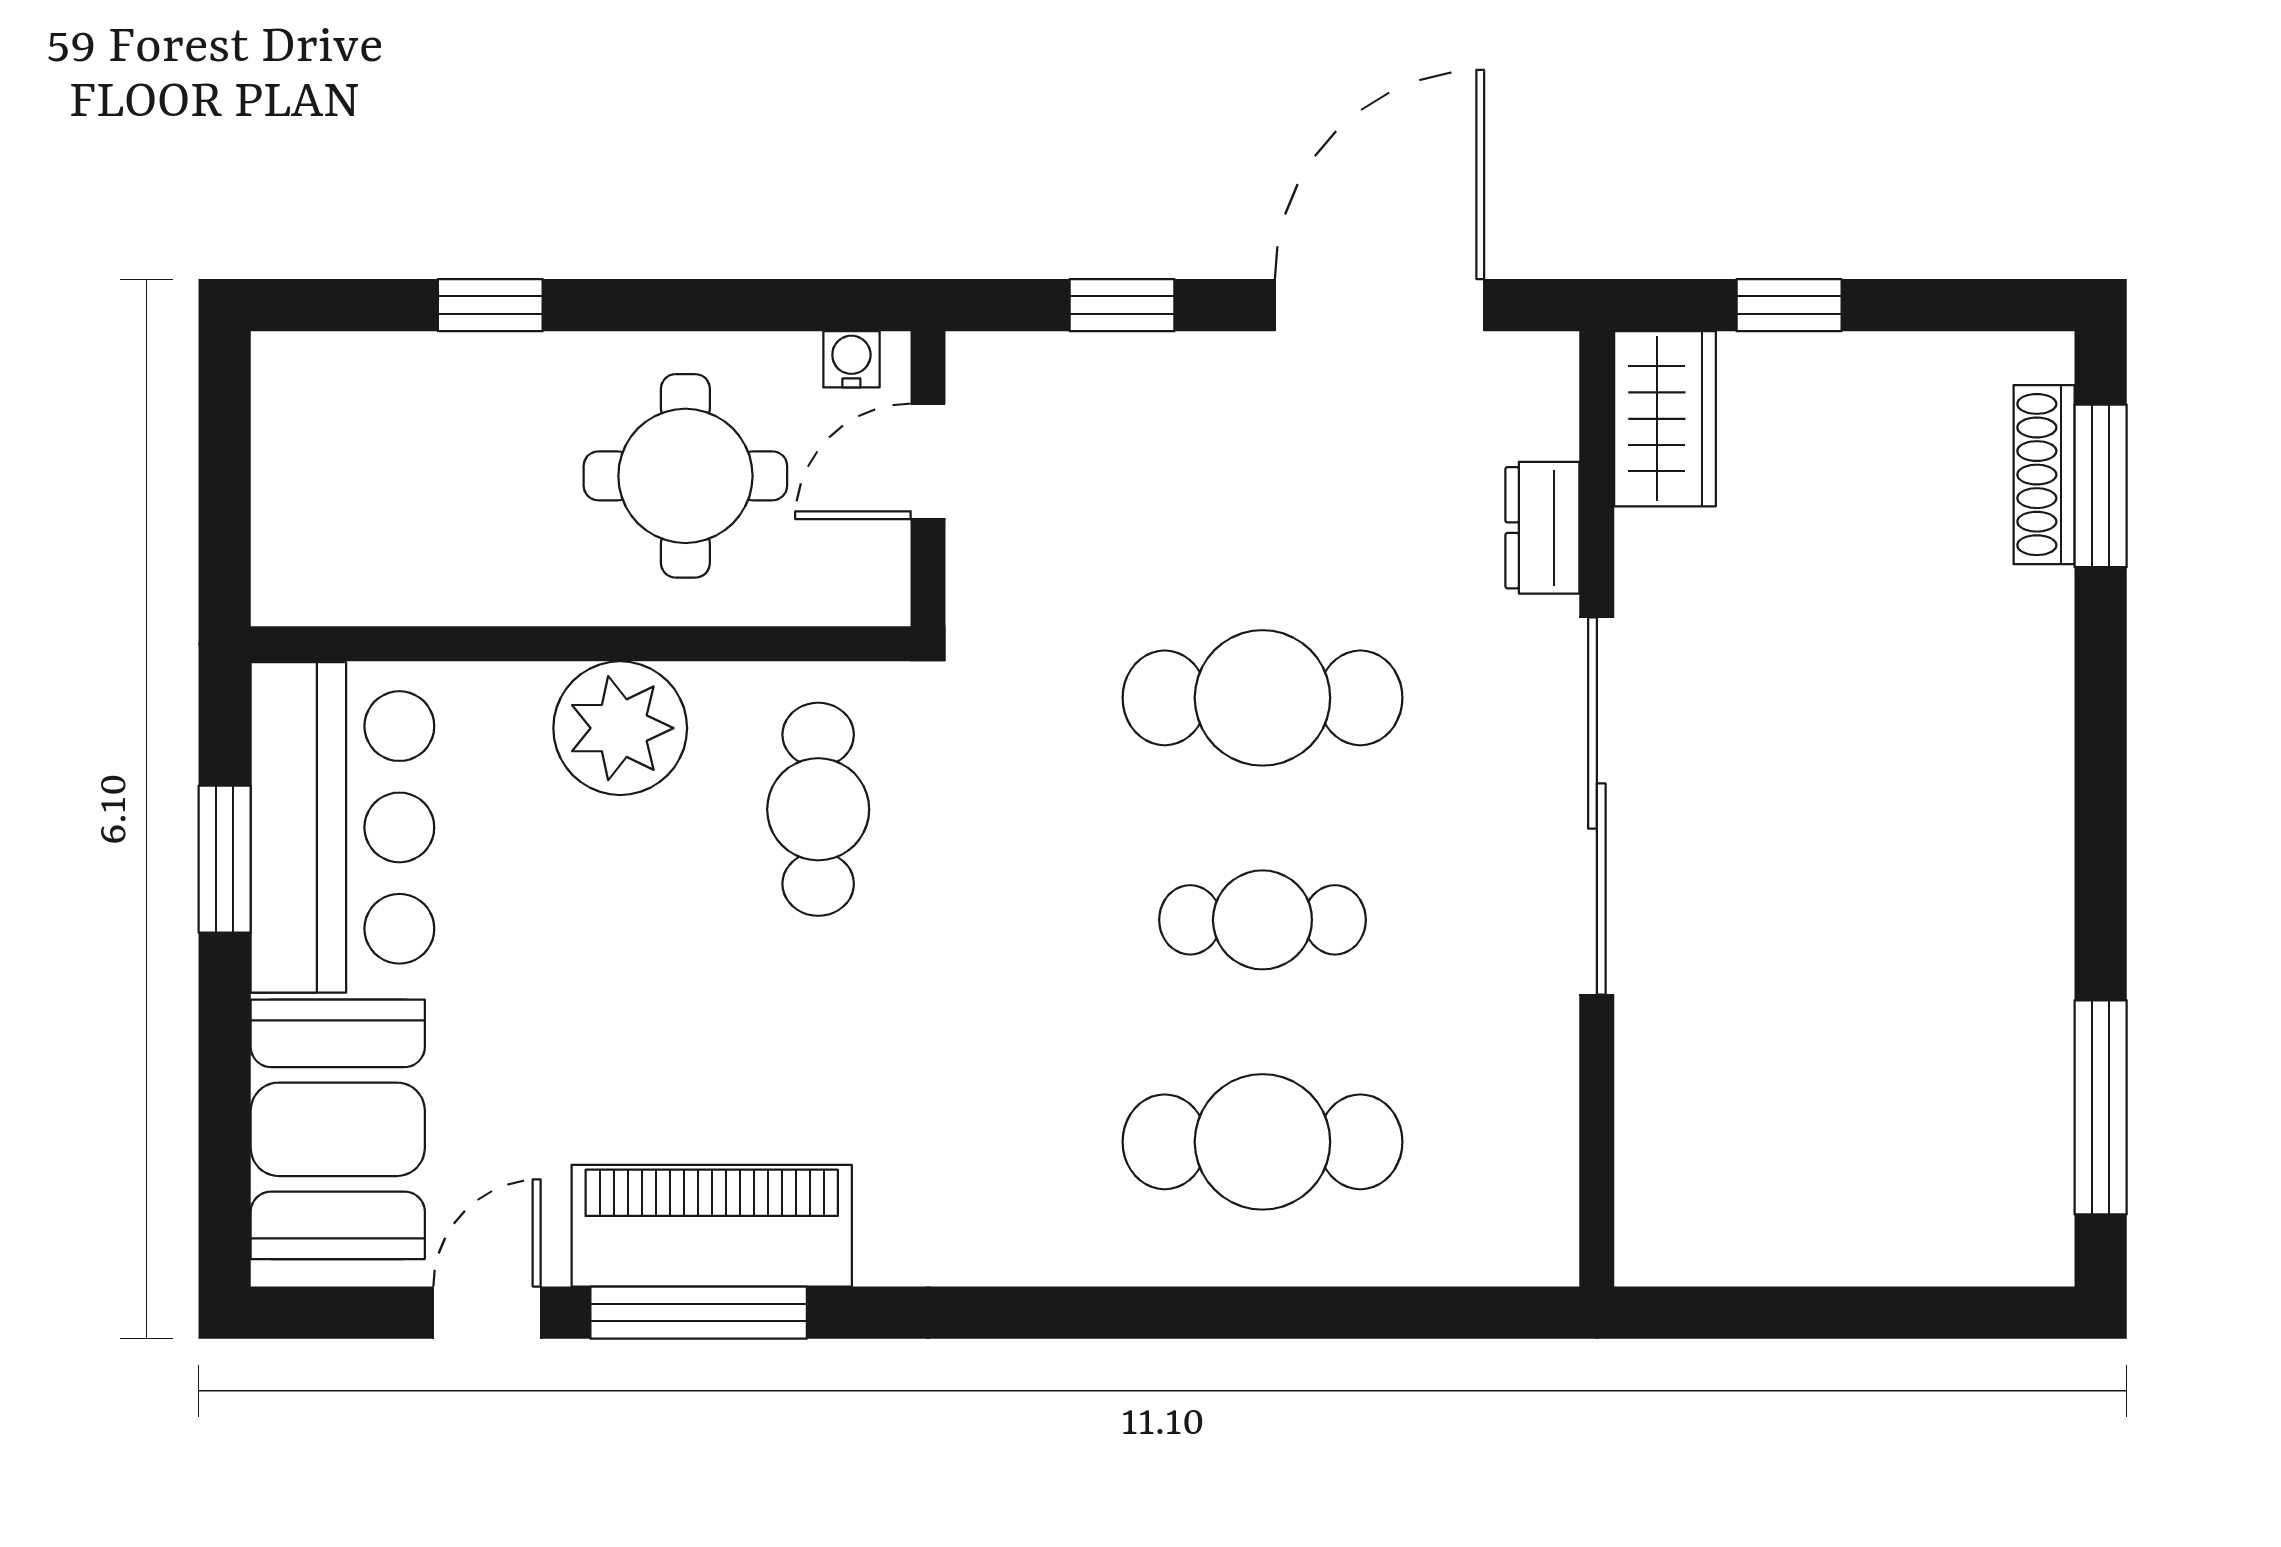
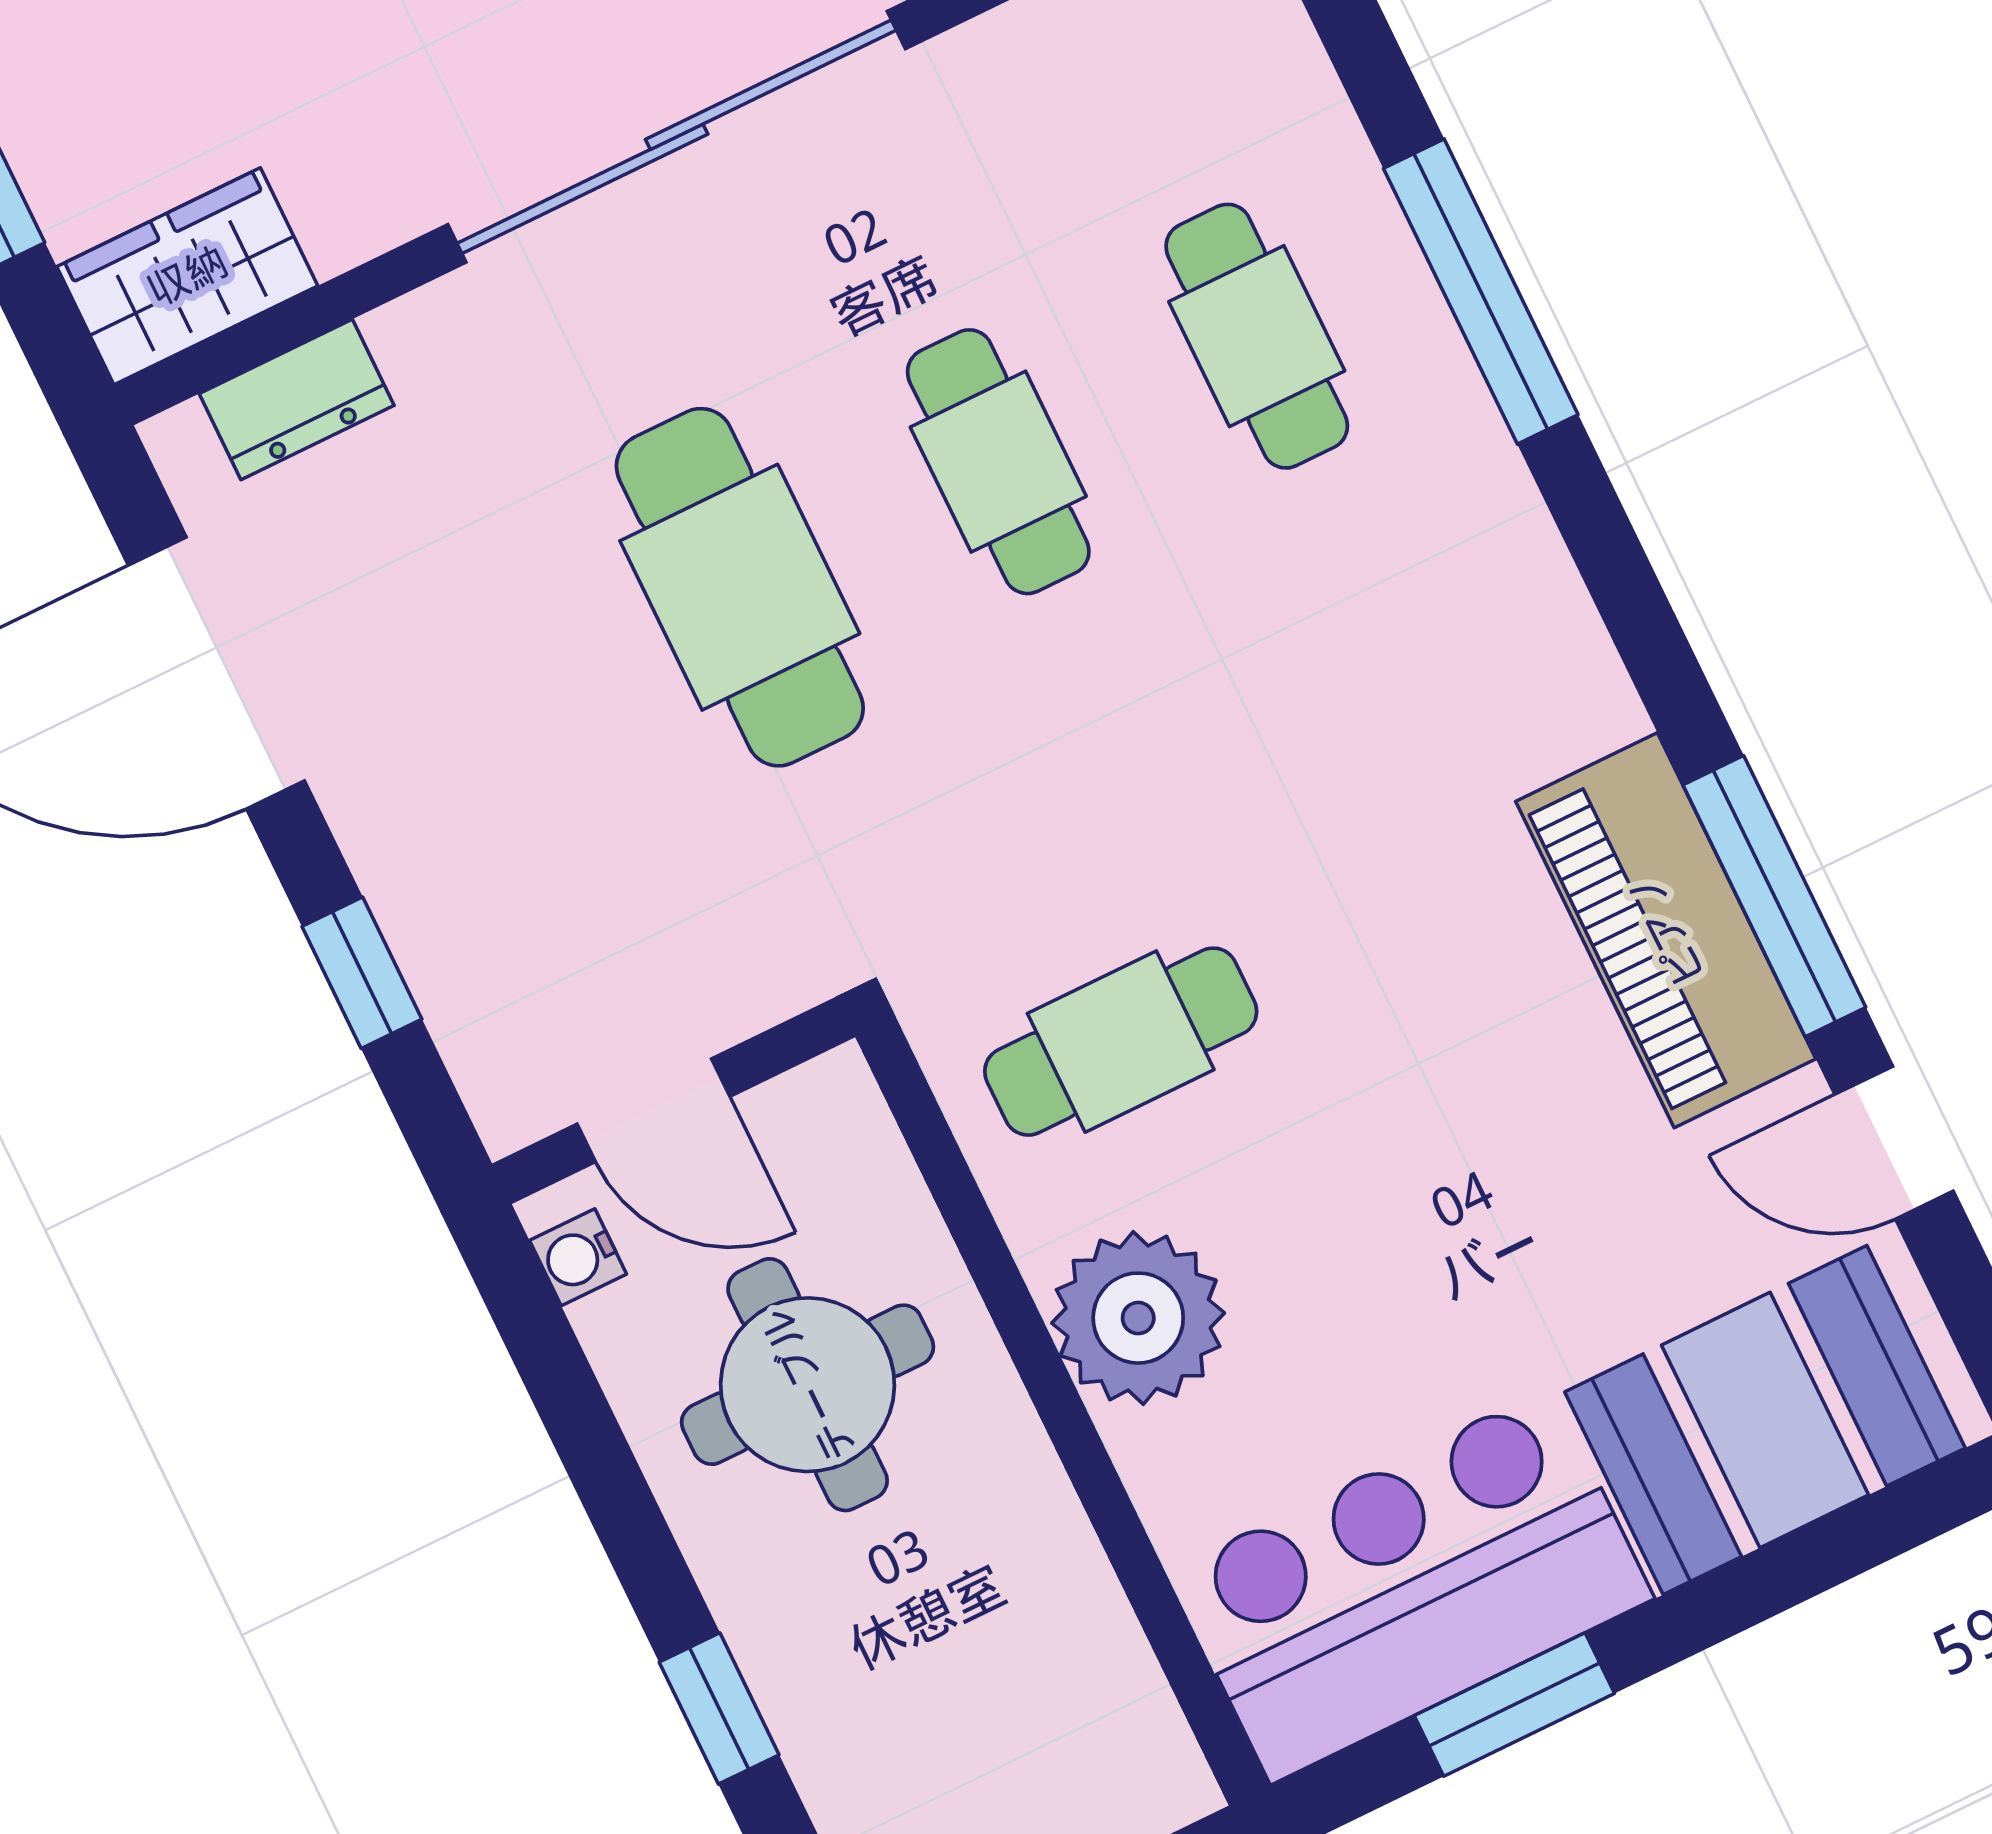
dresser: (1542, 528) -> (297, 400), moved
cafe table: (1262, 1142) -> (1257, 336), width x0.73, depth x0.74
window: (1218, 1313) -> (1481, 292), added

